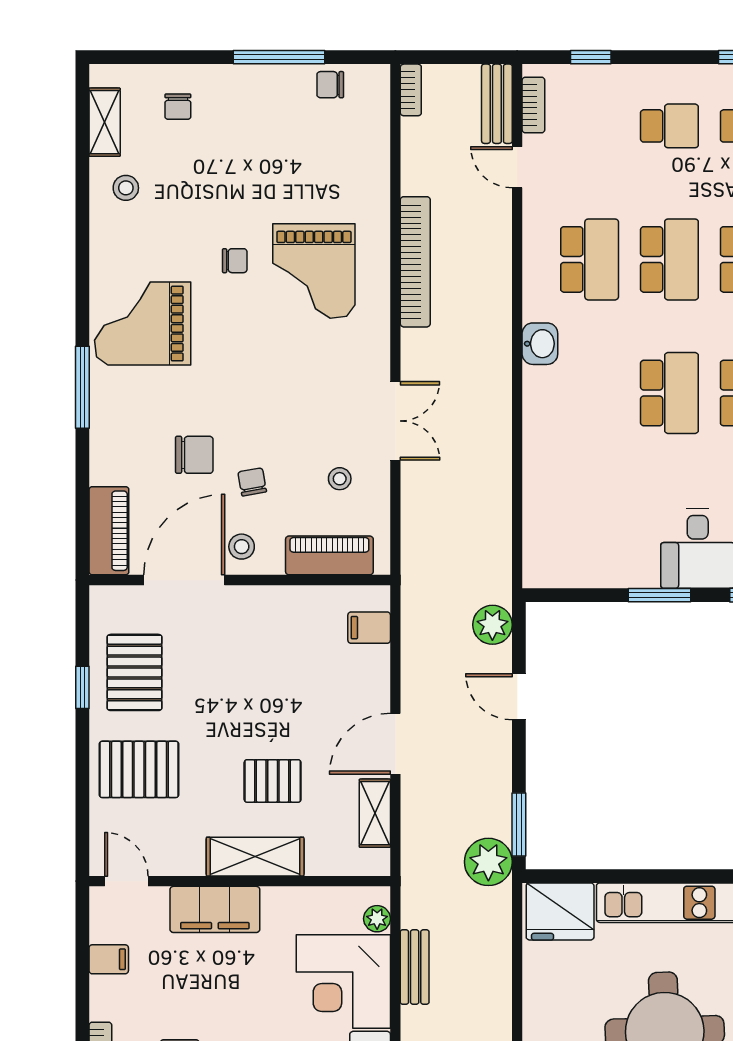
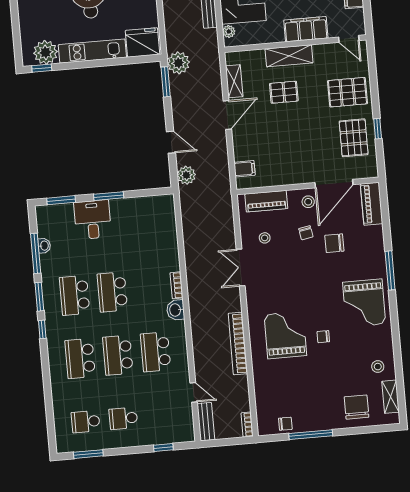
bookcase: (533, 105) -> (176, 285), moved
chair: (178, 107) -> (357, 407), width x1.87, depth x1.87
grand piano: (143, 324) -> (364, 303), turned 90

